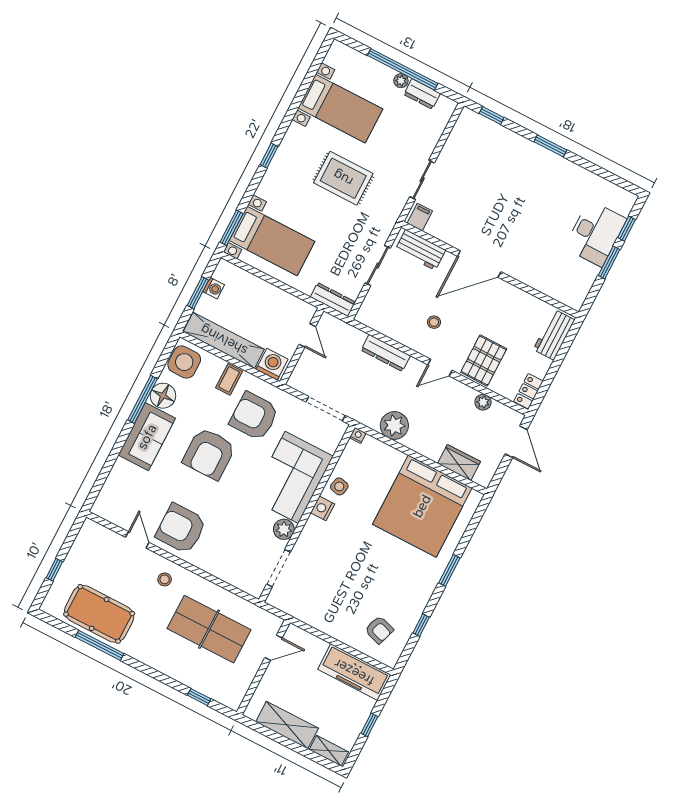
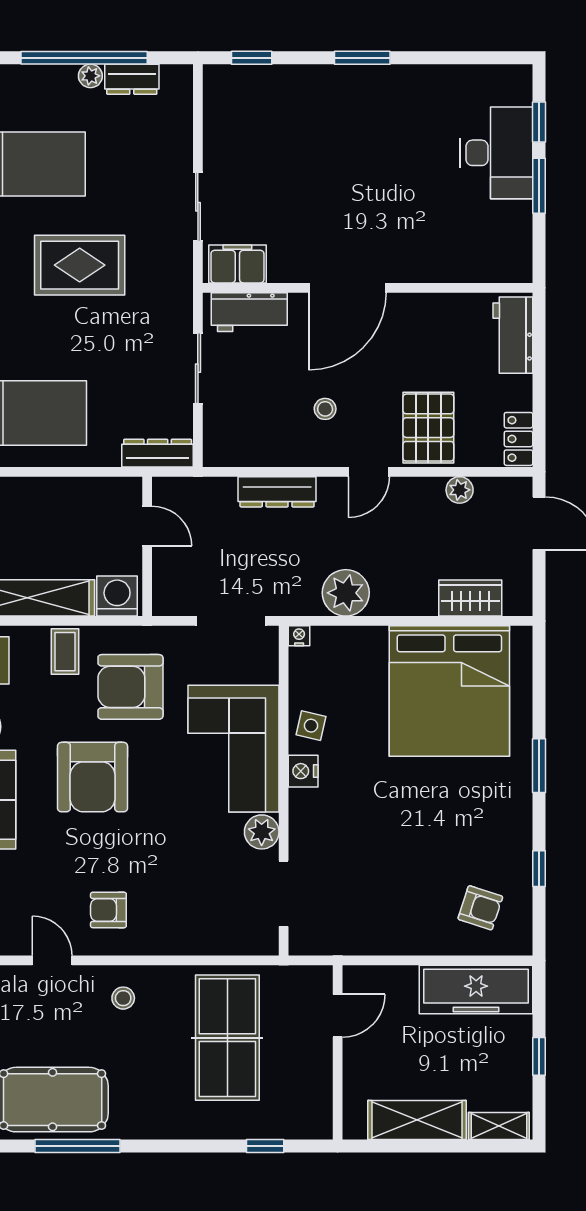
filing cabinet: (420, 217) -> (237, 264), width x2.00
armchair: (181, 529) -> (108, 910), width x0.53, depth x0.53
table tennis table: (209, 629) -> (227, 1038), turned 90

